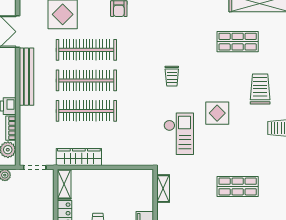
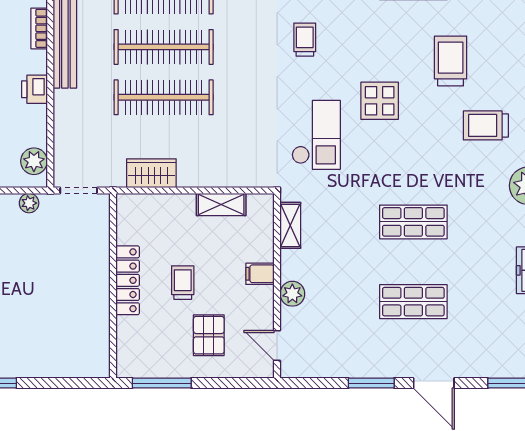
trolley: (172, 76) -> (305, 40), turned 180
bookcase: (11, 128) -> (39, 28), moved
wardrobe: (79, 157) -> (151, 173), width x0.67
shelving: (64, 184) -> (221, 204), moved, turned 90

